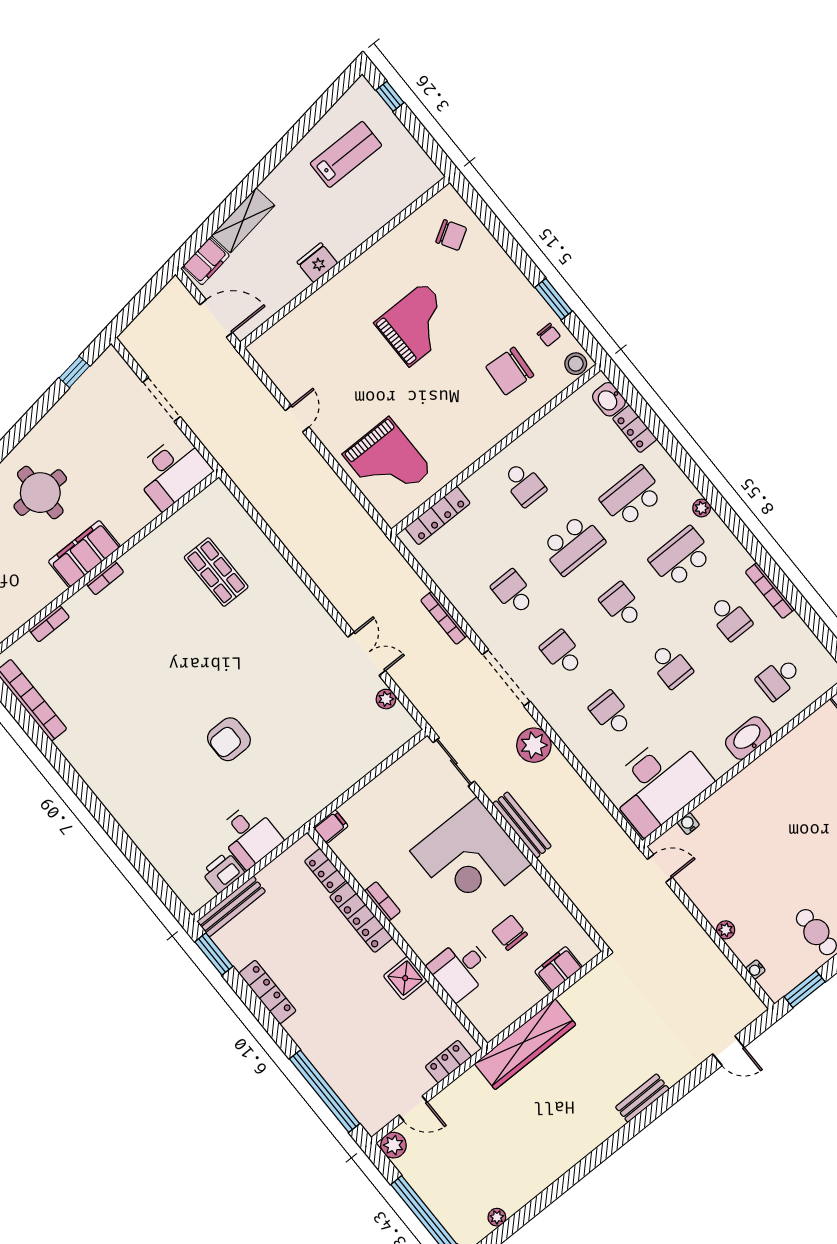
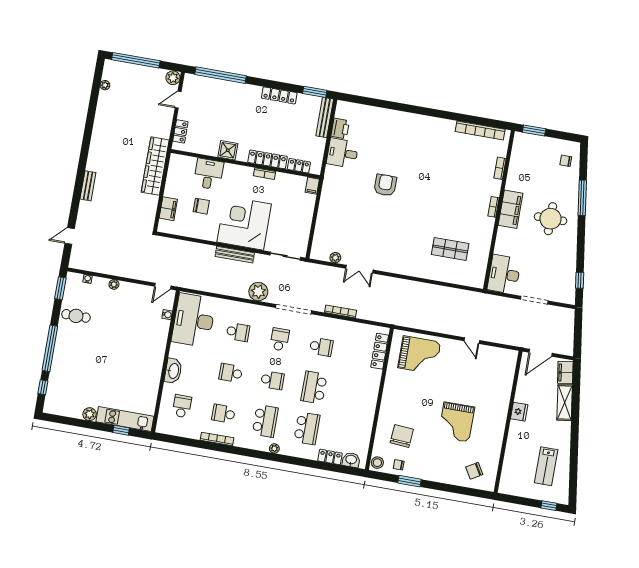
grand piano: (387, 462) -> (419, 355), turned 180
school desk: (524, 484) -> (356, 395), removed
school desk: (562, 653) -> (280, 339), turned -90

